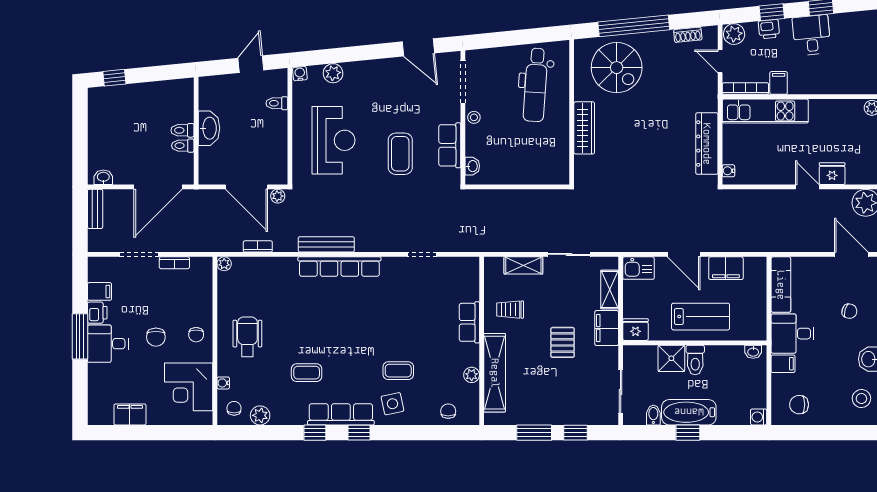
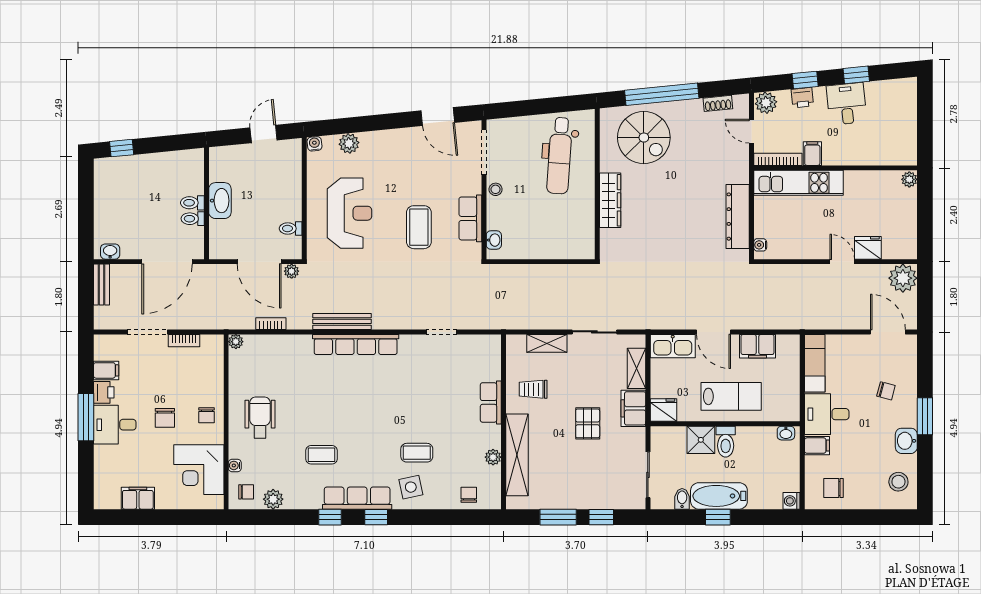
toilet: (277, 103) -> (291, 228), moved
kitchen sink: (638, 268) -> (673, 346), width x1.38
chair: (234, 408) -> (246, 492), turned 90

